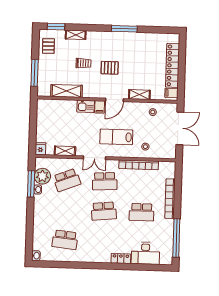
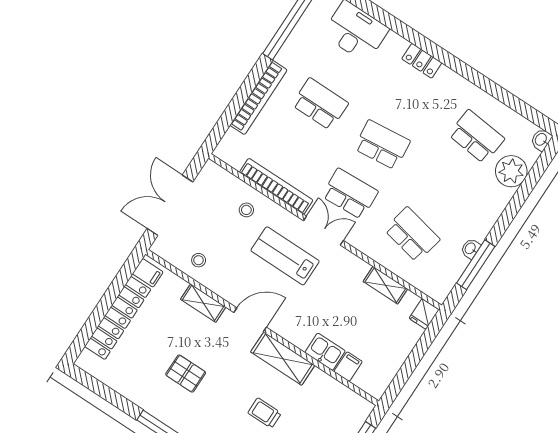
pallet: (110, 68) -> (186, 374), moved
shelving: (67, 91) -> (283, 359), moved
kitchen sink: (86, 106) -> (325, 352), moved
filing cabinet: (100, 107) -> (348, 367), moved
lab bench: (116, 137) -> (285, 256), turned 180
double door: (94, 158) -> (323, 231), moved
plant: (42, 176) -> (511, 171), moved
school desk: (67, 180) -> (412, 235), turned 33
locker: (121, 258) -> (422, 61), moved

